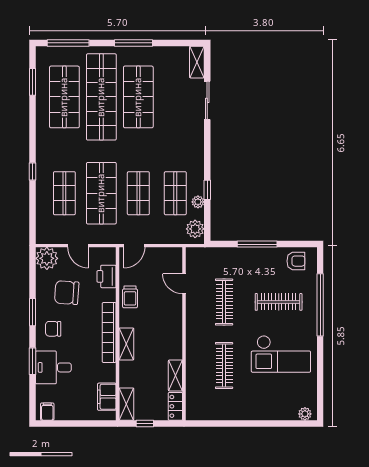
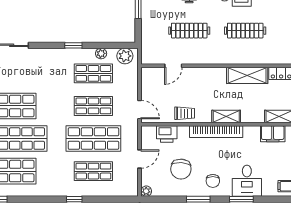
window: (207, 190) -> (73, 45), moved
plant: (47, 258) -> (146, 191), width x0.53, depth x0.53
shelving: (175, 376) -> (247, 75), width x1.50, depth x1.33

